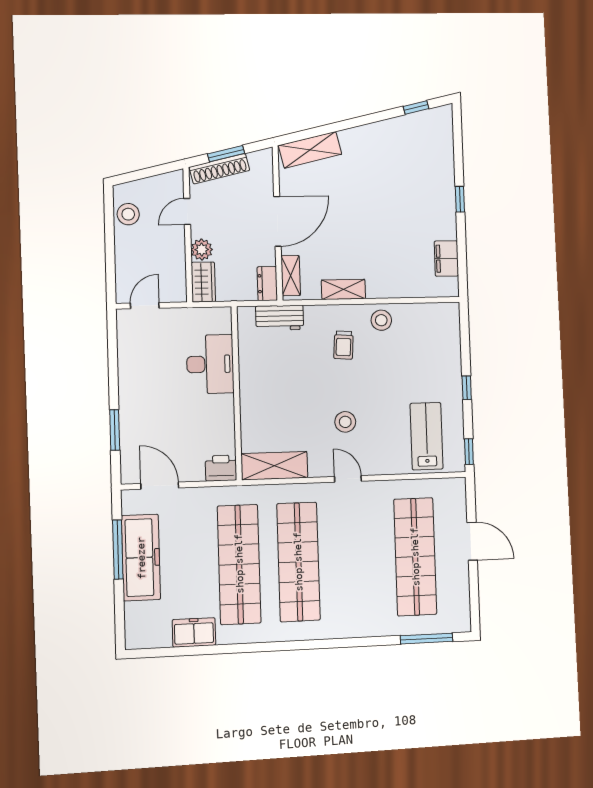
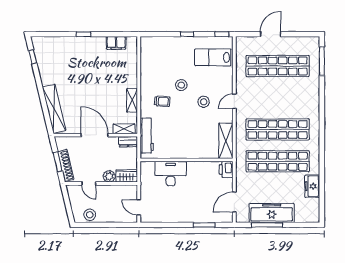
shelving: (310, 150) -> (54, 109), width x1.47
workbench: (280, 318) -> (147, 136), width x1.38
stool: (381, 320) -> (181, 85), moved

